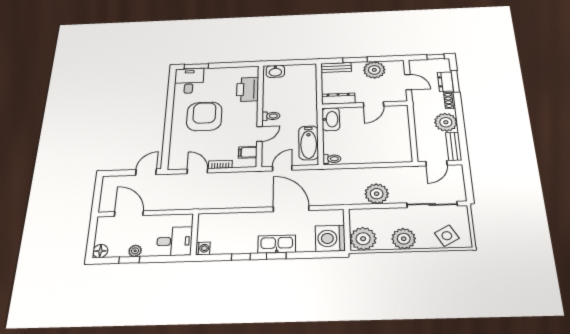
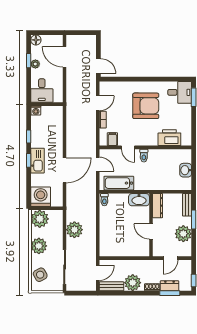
washbasin: (275, 71) -> (186, 170), moved
door: (436, 163) -> (98, 273), swing flipped
door: (129, 214) -> (65, 57), swing flipped

